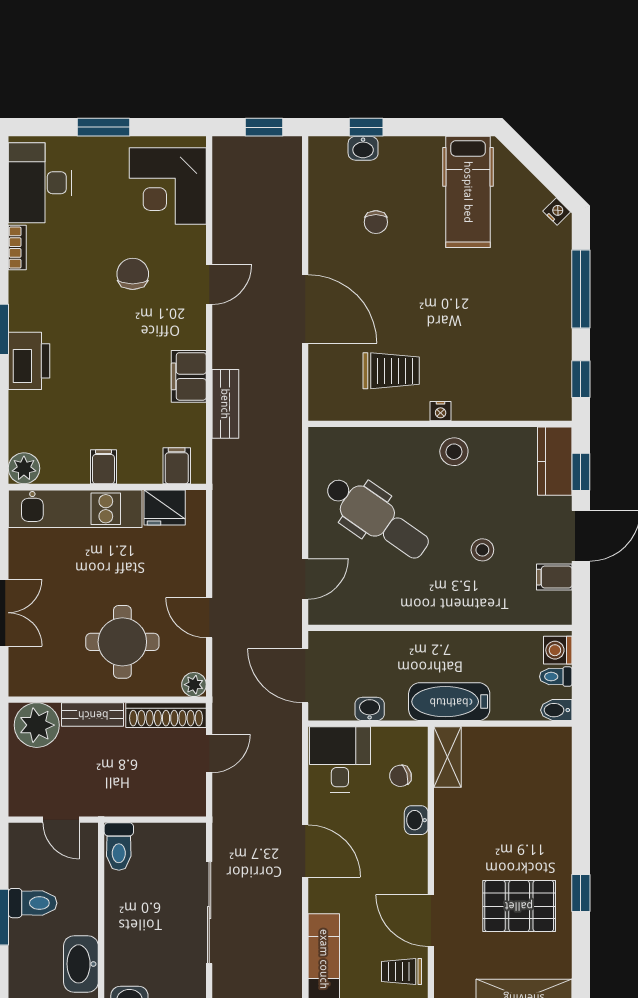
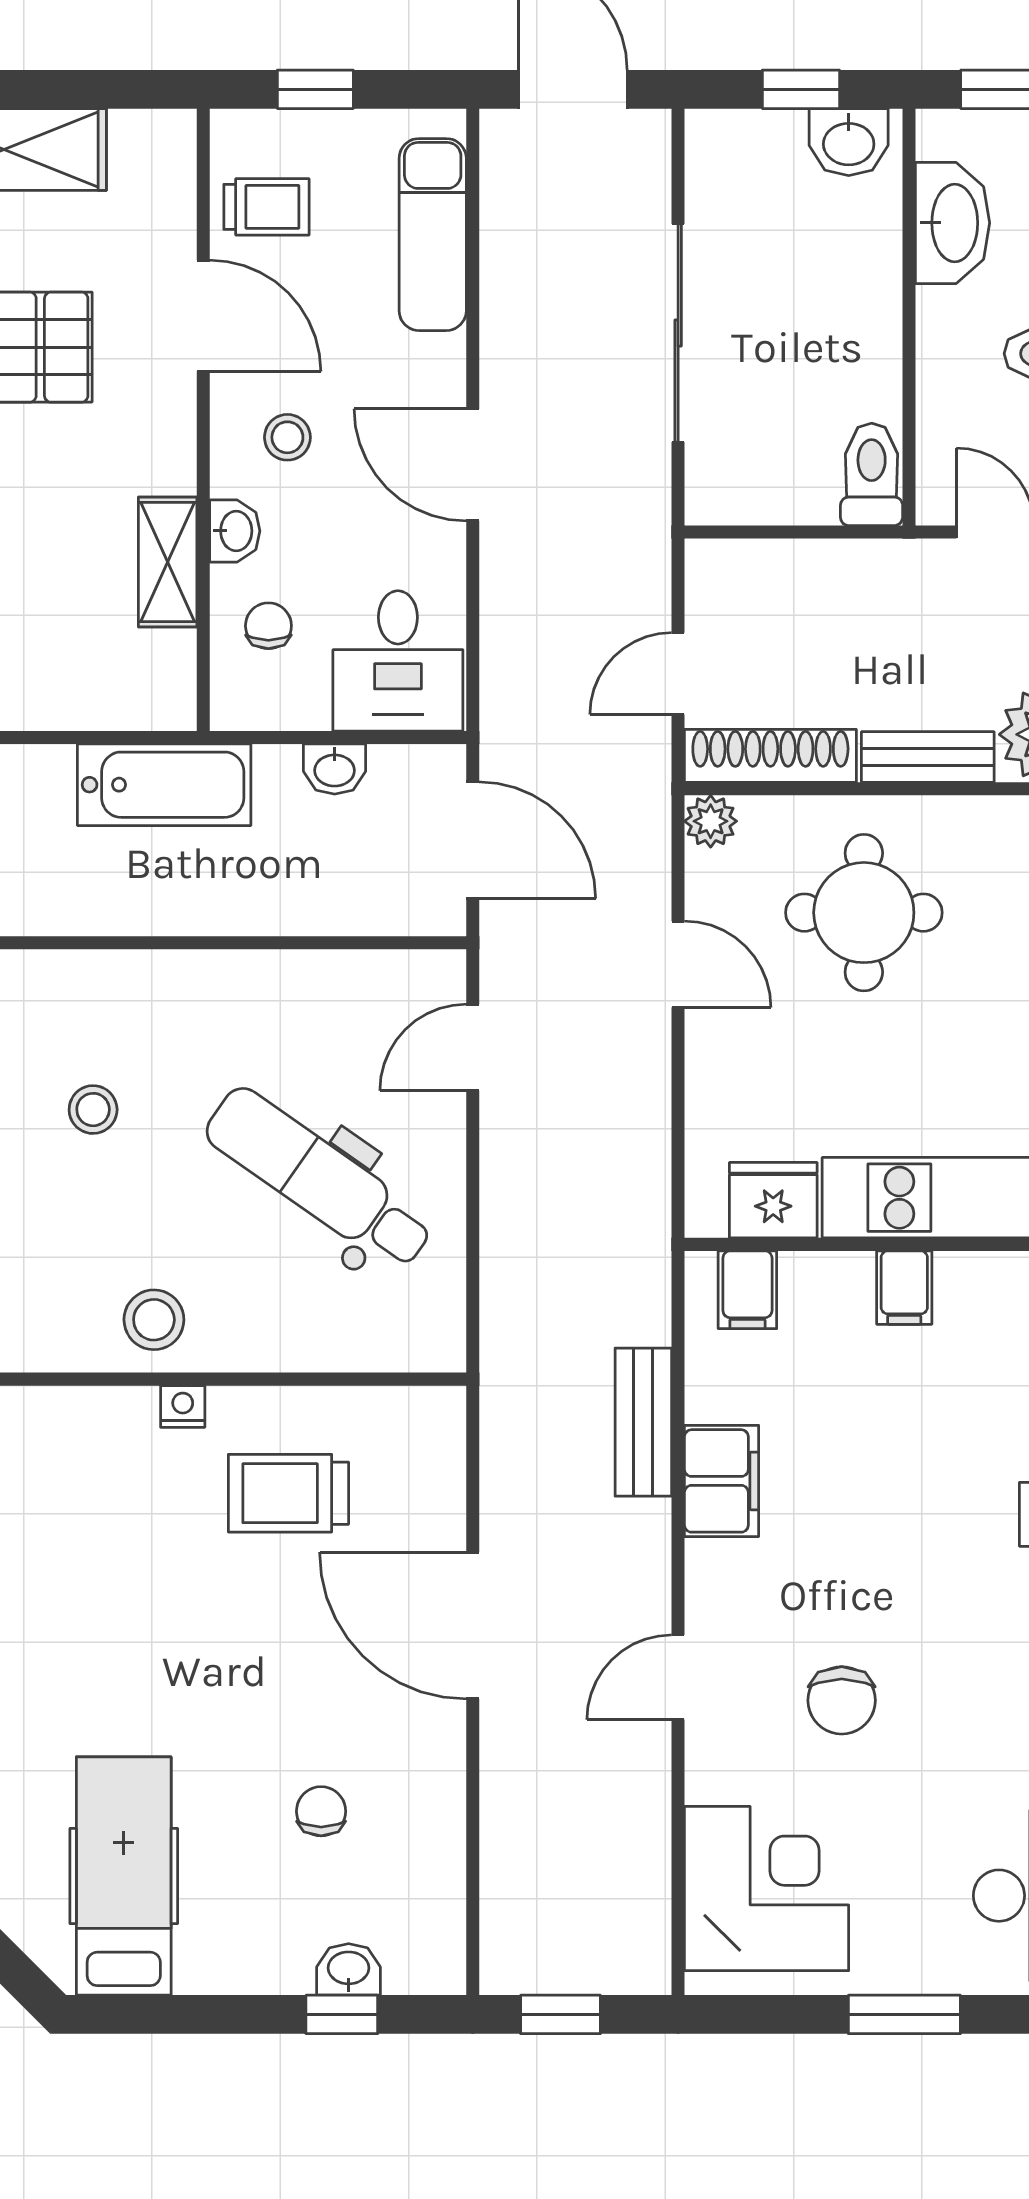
shelving: (448, 757) -> (168, 562), moved
chair: (400, 776) -> (268, 626), turned -74
stool: (392, 864) -> (287, 437), added

